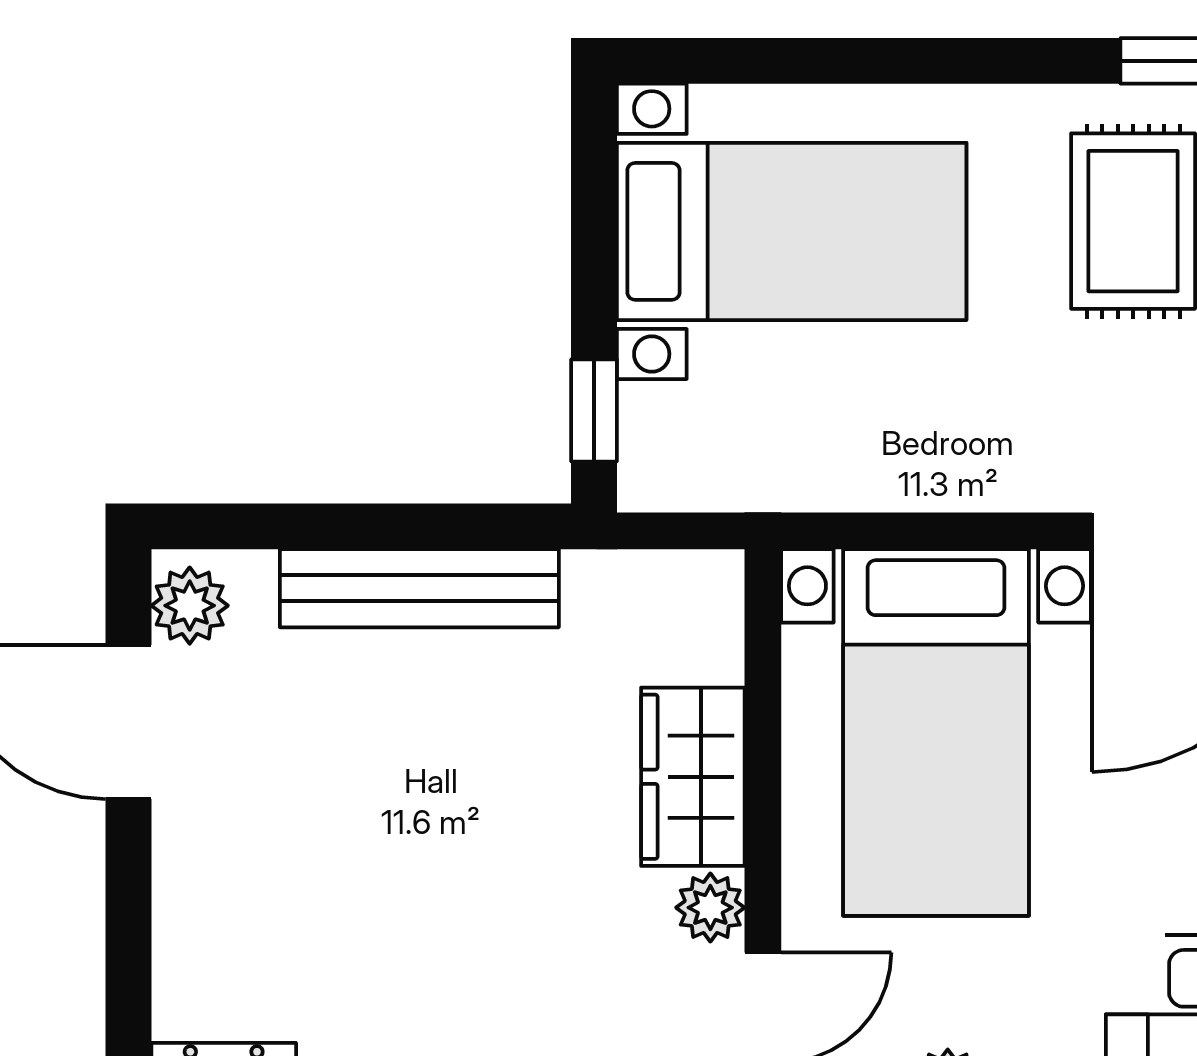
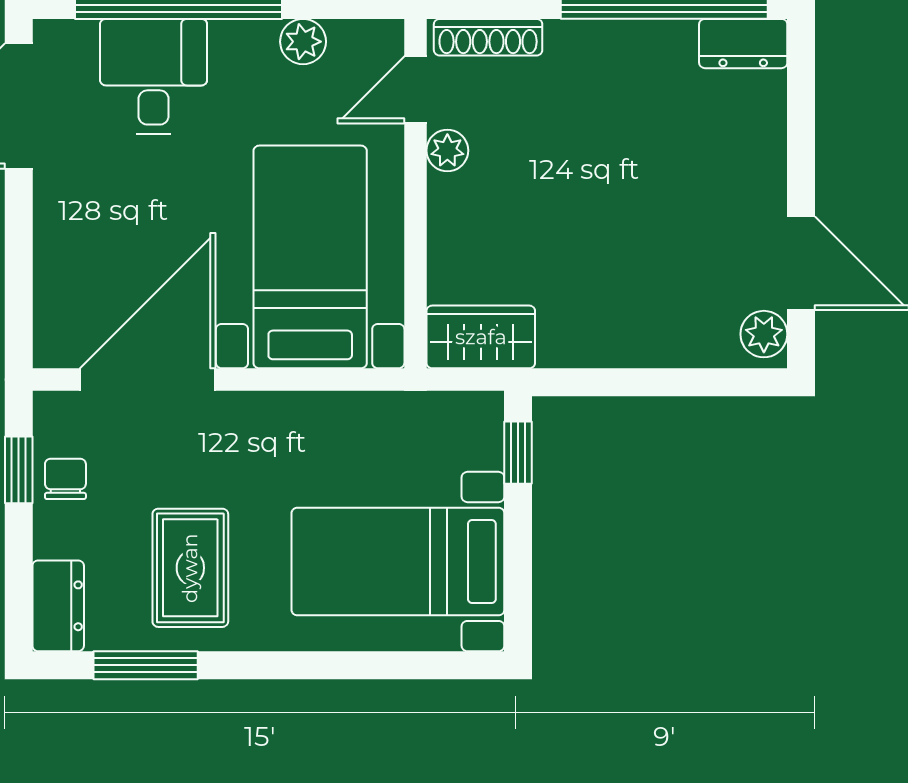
bench: (419, 588) -> (624, 345), removed
wardrobe: (693, 777) -> (481, 337), moved, turned -90

